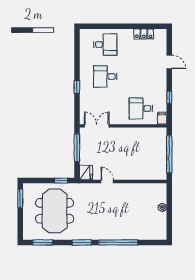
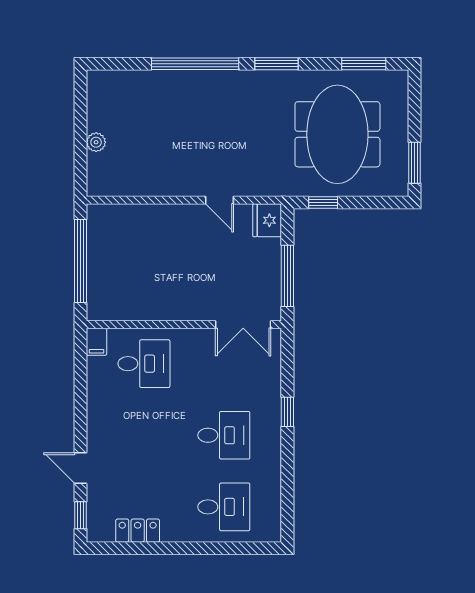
desk: (105, 45) -> (224, 507), turned 180
window: (169, 97) -> (80, 515), moved

